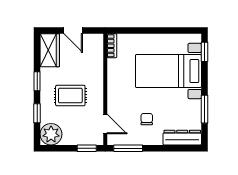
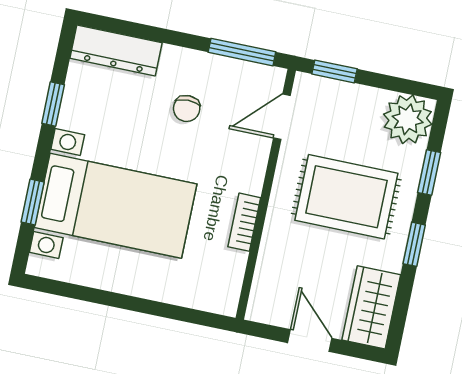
bookcase: (112, 46) -> (244, 222), moved
window: (204, 52) -> (33, 202), moved
rug: (70, 96) -> (346, 197), width x1.36, depth x1.43
window: (204, 109) -> (53, 104), width x0.67
door: (105, 124) -> (282, 117), hinge flipped

